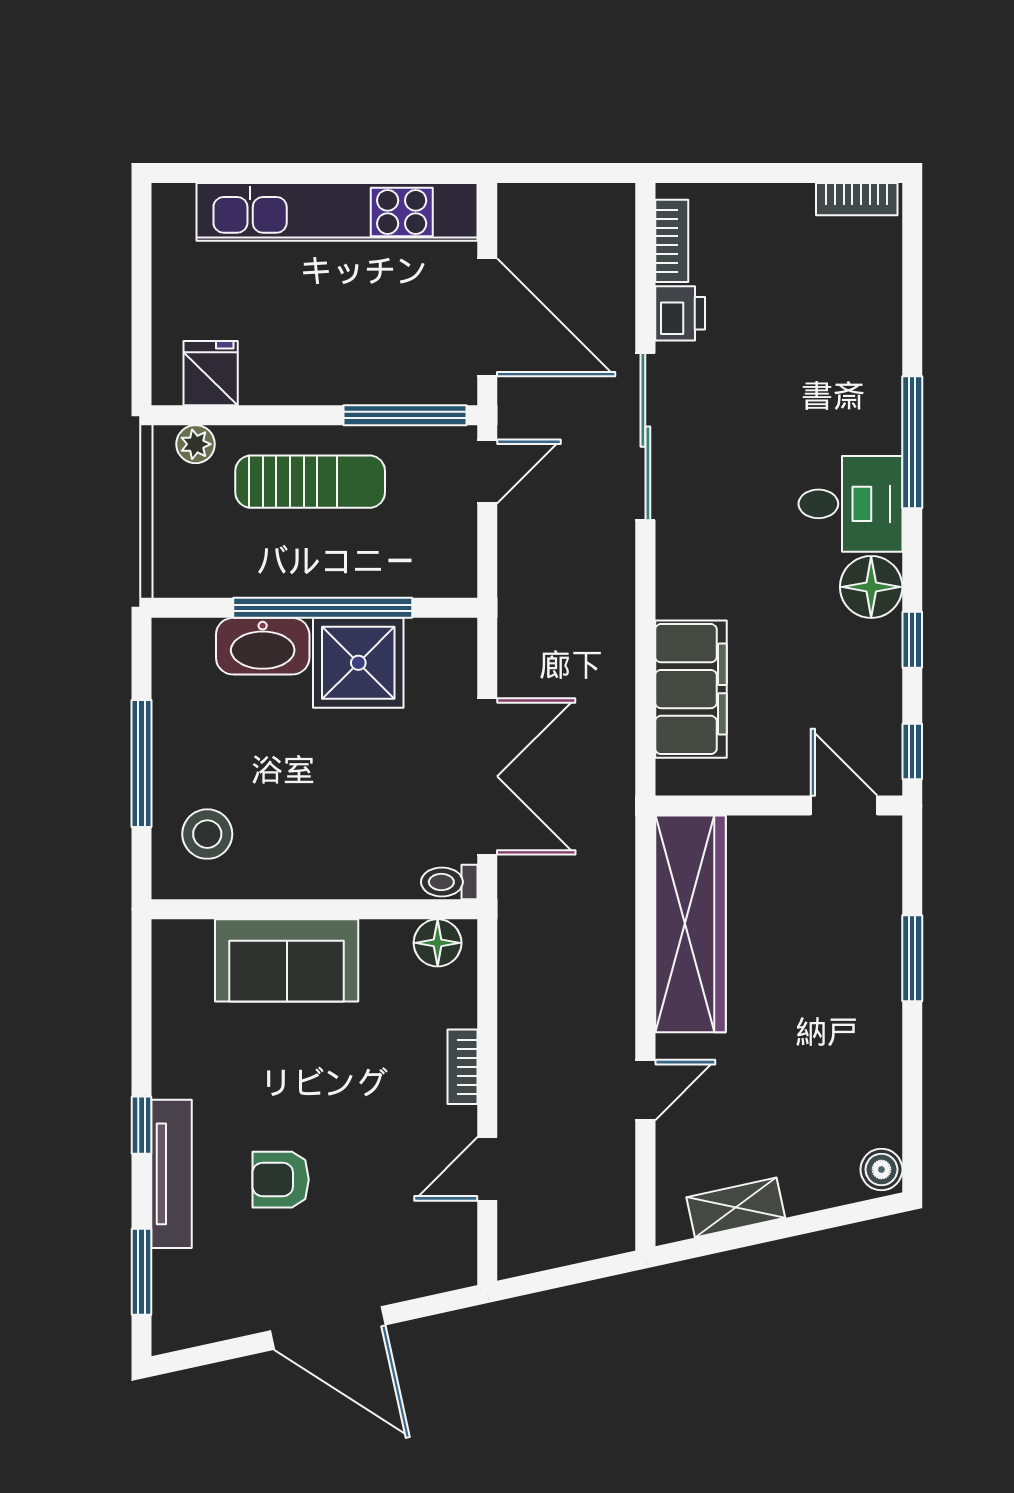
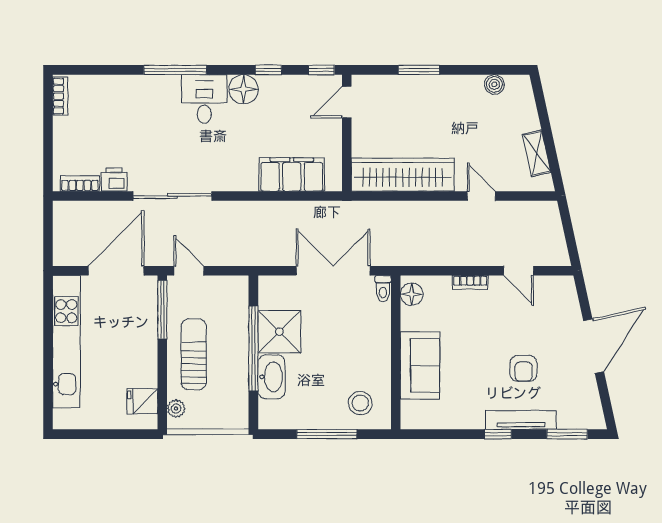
boiler: (881, 1169) -> (494, 84), moved

